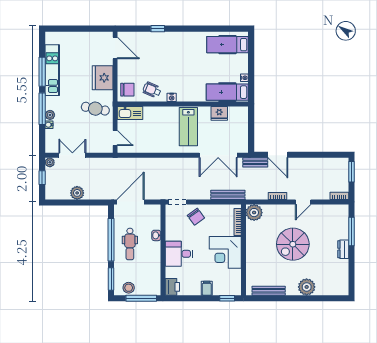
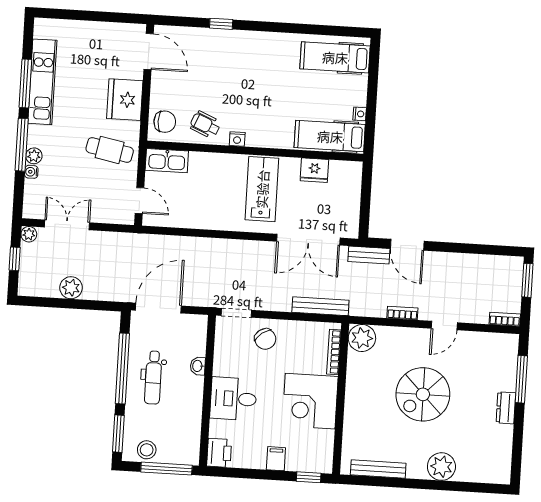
lab bench: (188, 127) -> (262, 189), turned 180

